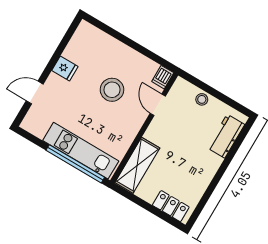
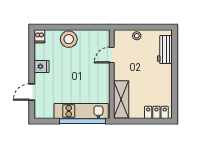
dishwasher: (163, 77) -> (39, 36), moved
stool: (112, 90) -> (69, 39), moved
door: (158, 105) -> (112, 55), hinge flipped

